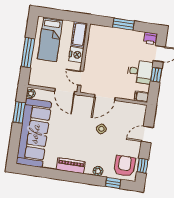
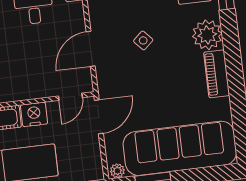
door: (105, 97) -> (91, 49), swing flipped
plant: (98, 171) -> (207, 35), width x1.87, depth x1.87

